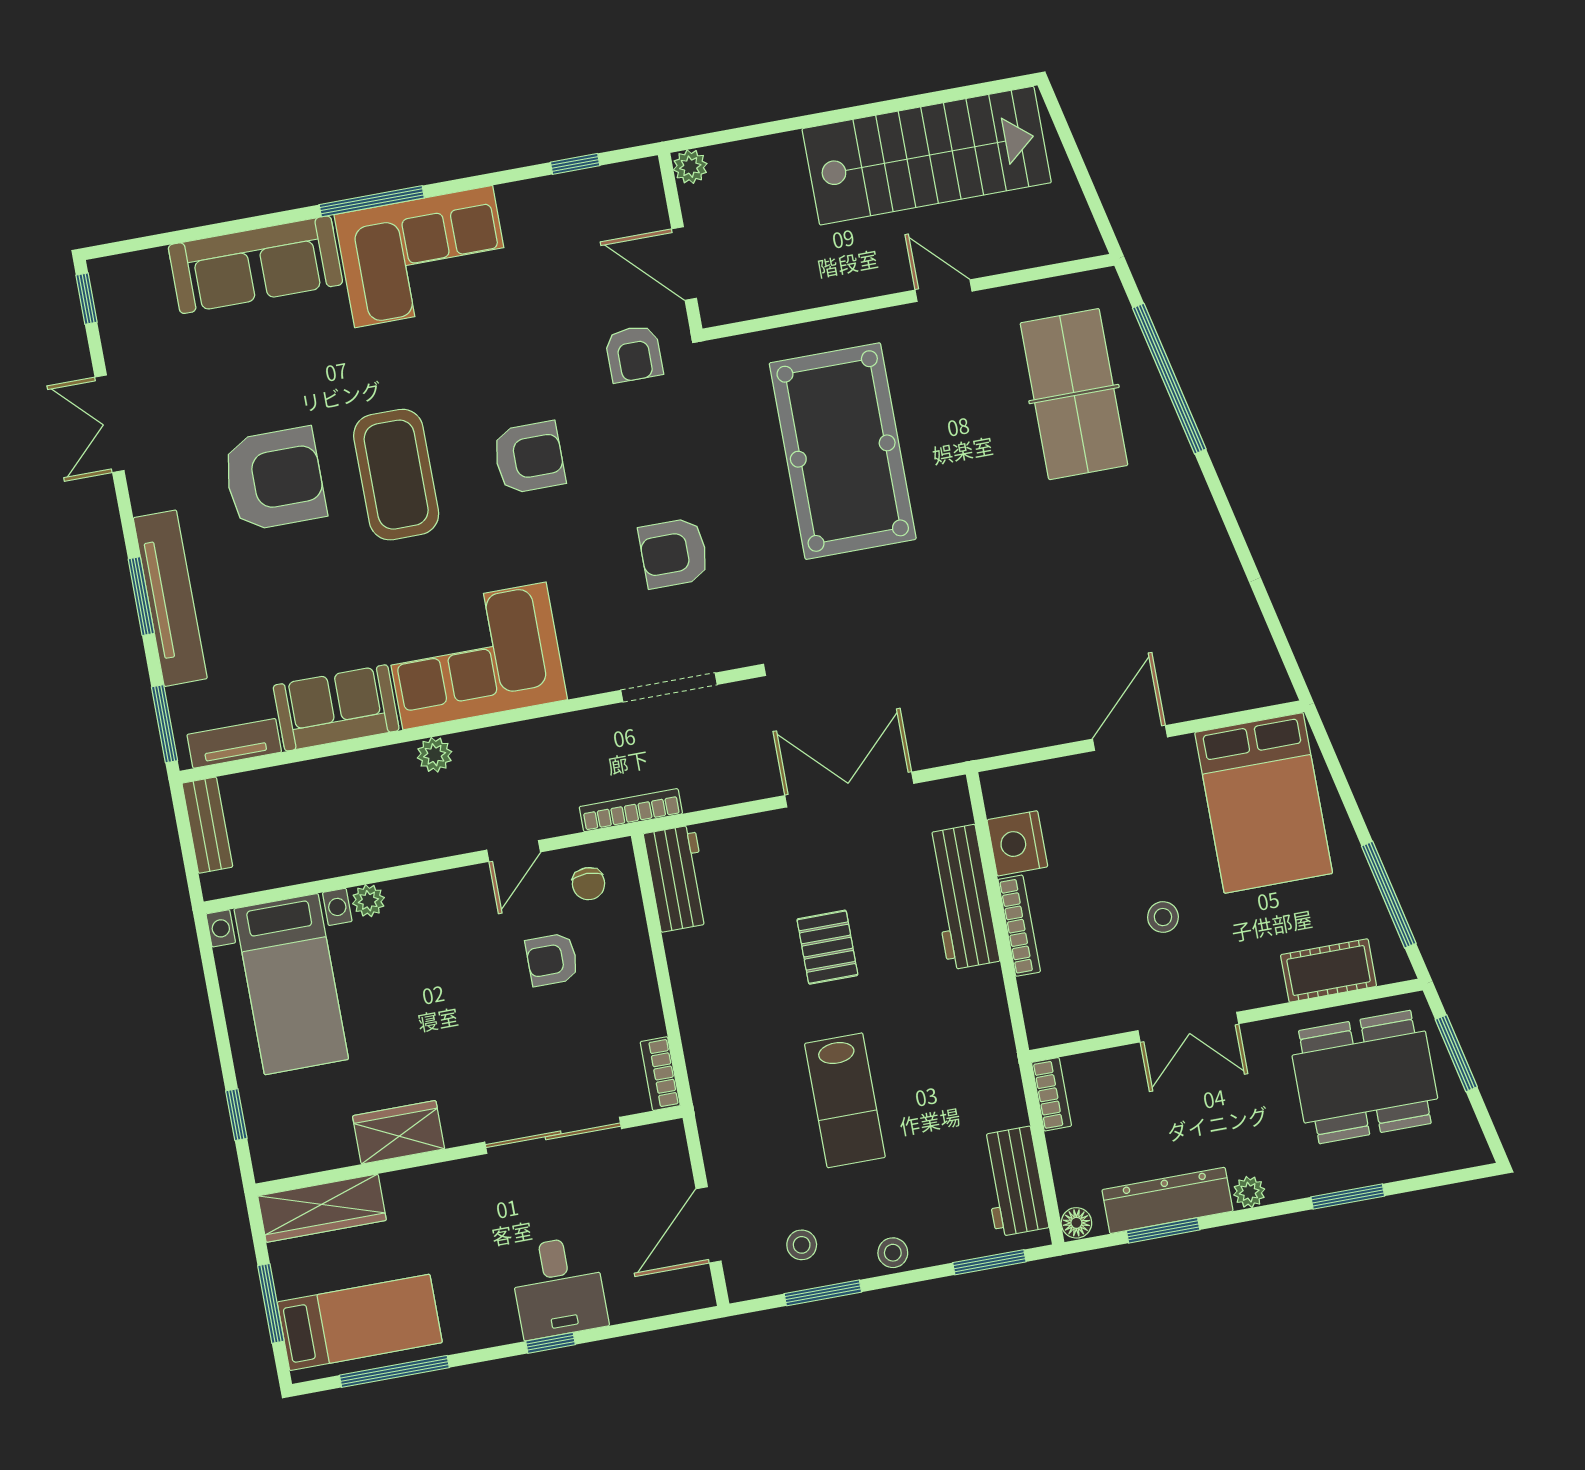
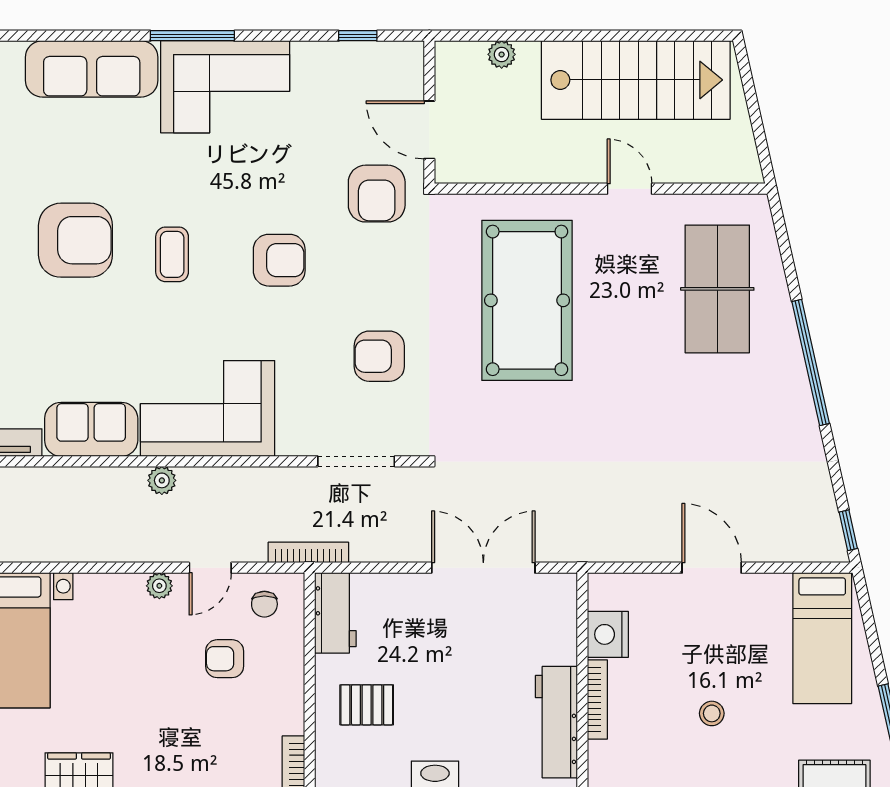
plant: (690, 167) -> (502, 54), moved
armchair: (634, 354) -> (377, 194), width x1.38, depth x1.38
window: (1169, 379) -> (811, 362), moved
coffee table: (396, 475) -> (172, 254), width x0.54, depth x0.58
window: (1289, 661) -> (848, 530), added
door: (1130, 738) -> (712, 568), hinge flipped
bed: (1264, 803) -> (822, 638), width x0.67
workbench: (962, 897) -> (556, 722), moved
plant: (368, 901) -> (159, 586), moved
pallet: (827, 947) -> (367, 705), moved, turned 90

